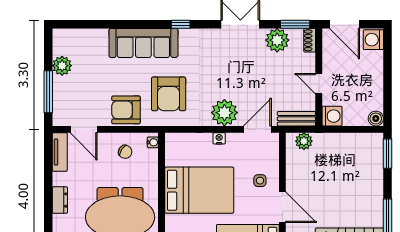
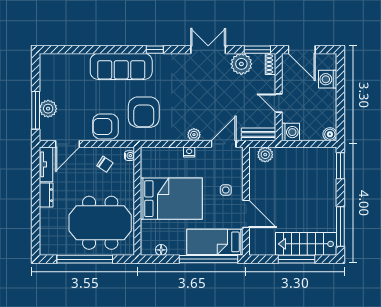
washing machine: (373, 40) -> (328, 79), moved
plant: (62, 66) -> (48, 109), moved
plant: (224, 113) -> (194, 135), width x0.53, depth x0.53
door: (84, 129) -> (68, 144), hinge flipped
dresser: (60, 200) -> (46, 195), moved

